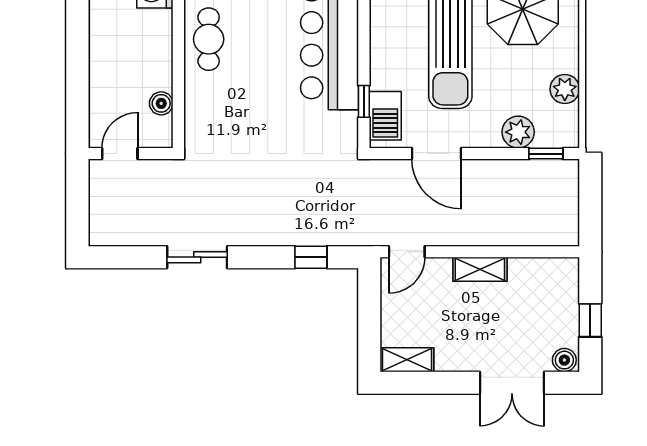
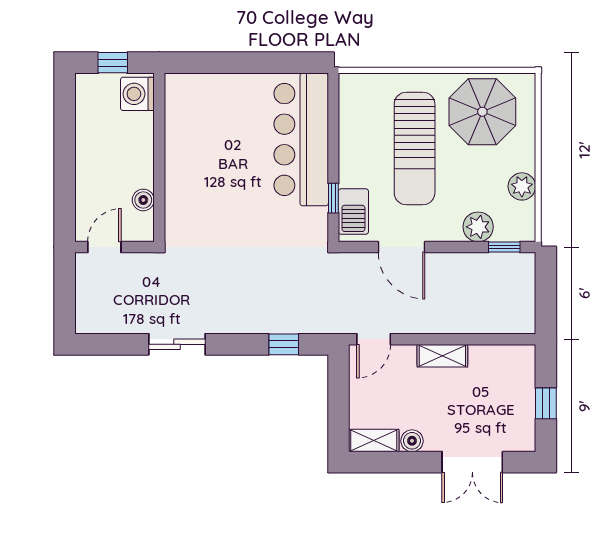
cafe table: (209, 39) -> (188, 140), removed
boiler: (564, 360) -> (412, 441), moved

